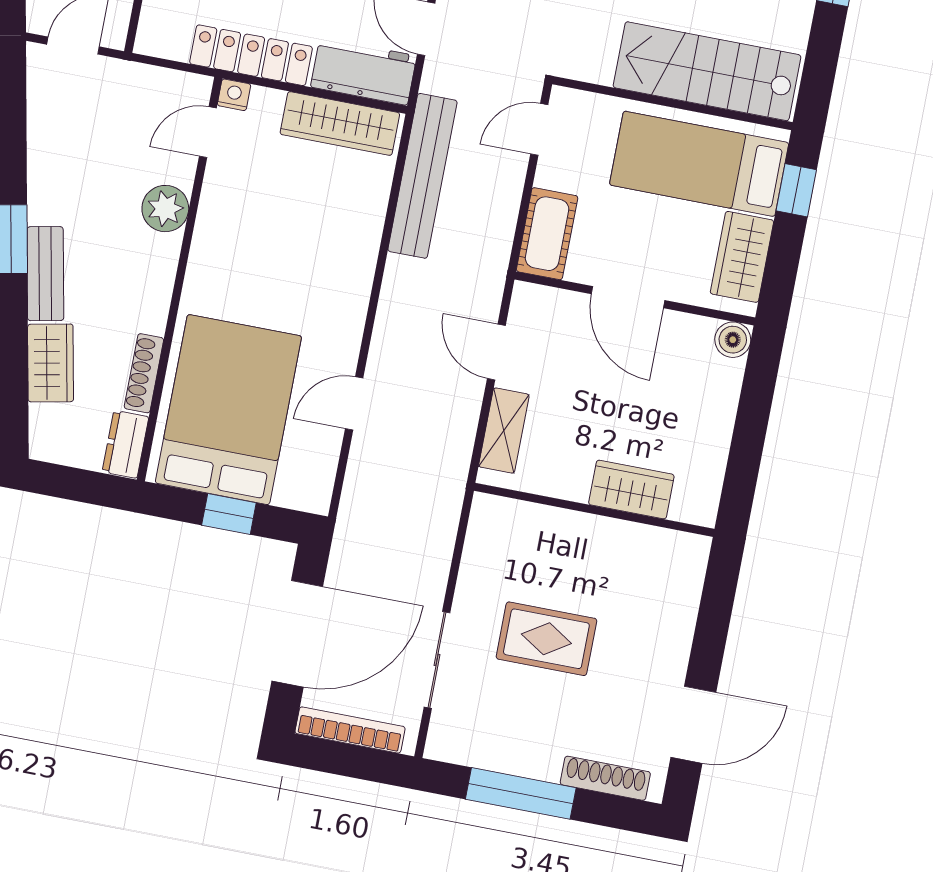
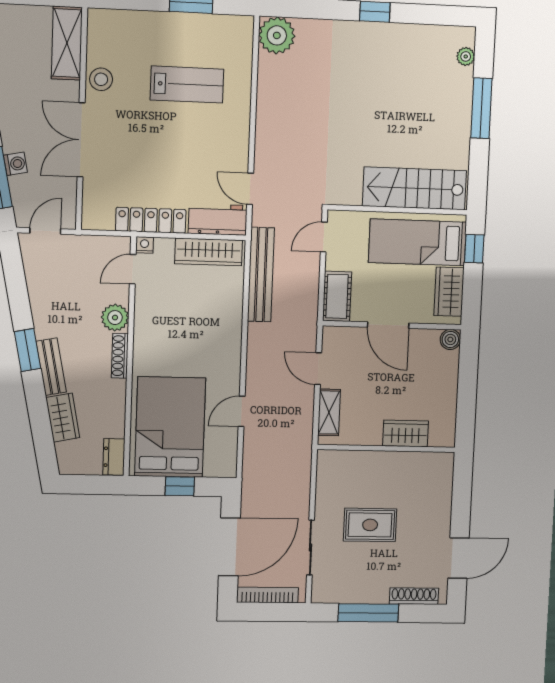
shoe rack: (144, 373) -> (120, 356), moved

